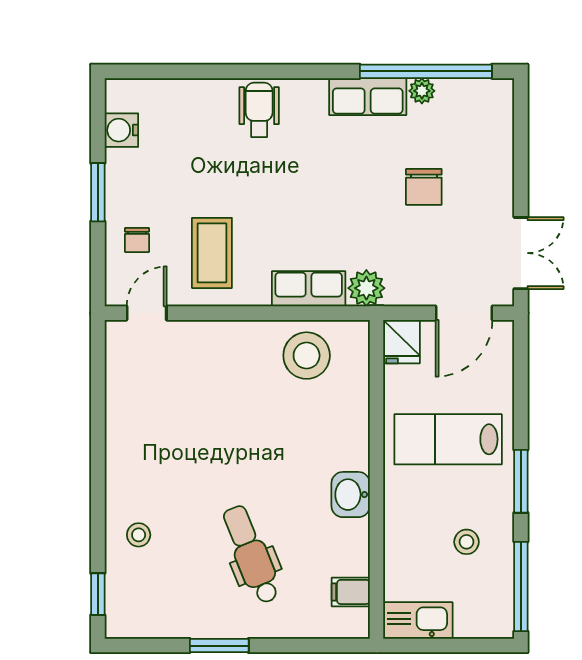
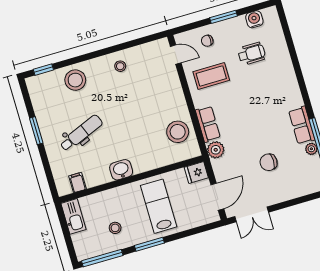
wheelchair: (259, 110) -> (252, 54), moved
door: (464, 313) -> (217, 197), swing flipped
stool: (137, 434) -> (120, 66), added
stool: (139, 535) -> (75, 80), width x1.89, depth x1.89

